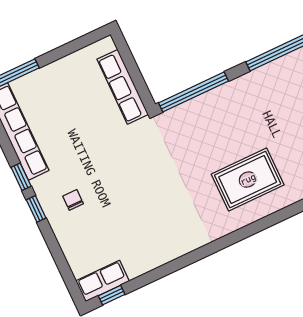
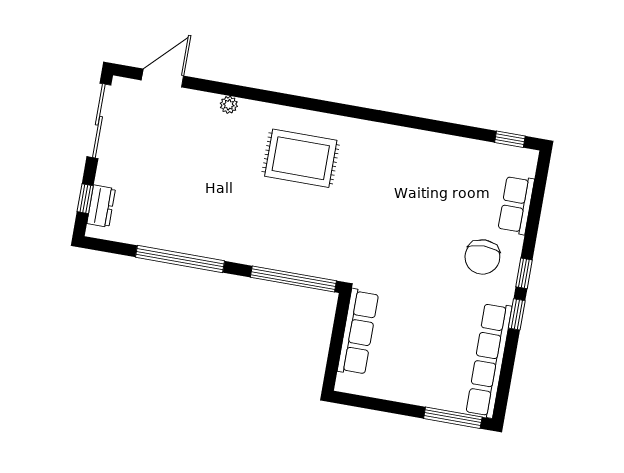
chair: (73, 200) -> (482, 257), width x1.87, depth x1.87
row of seats: (103, 281) -> (516, 205), moved, turned 90

